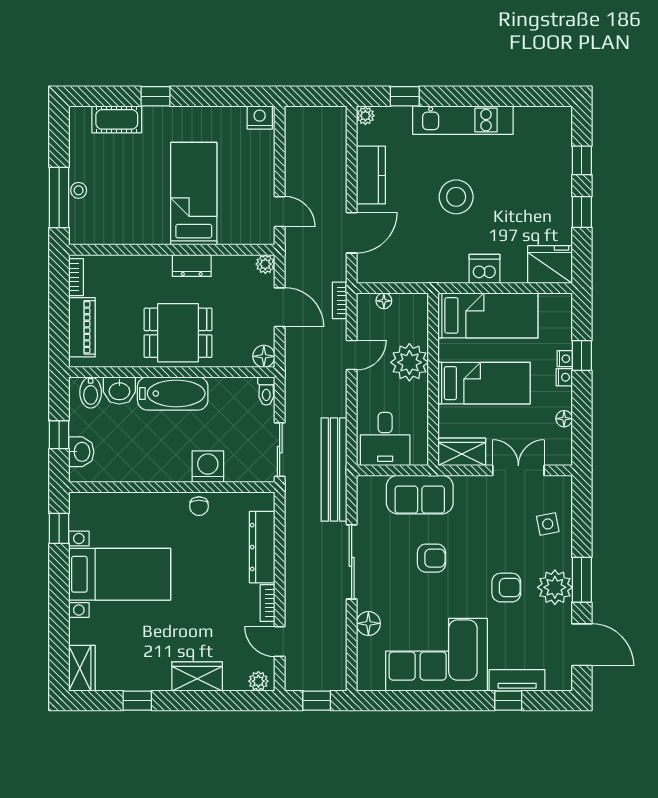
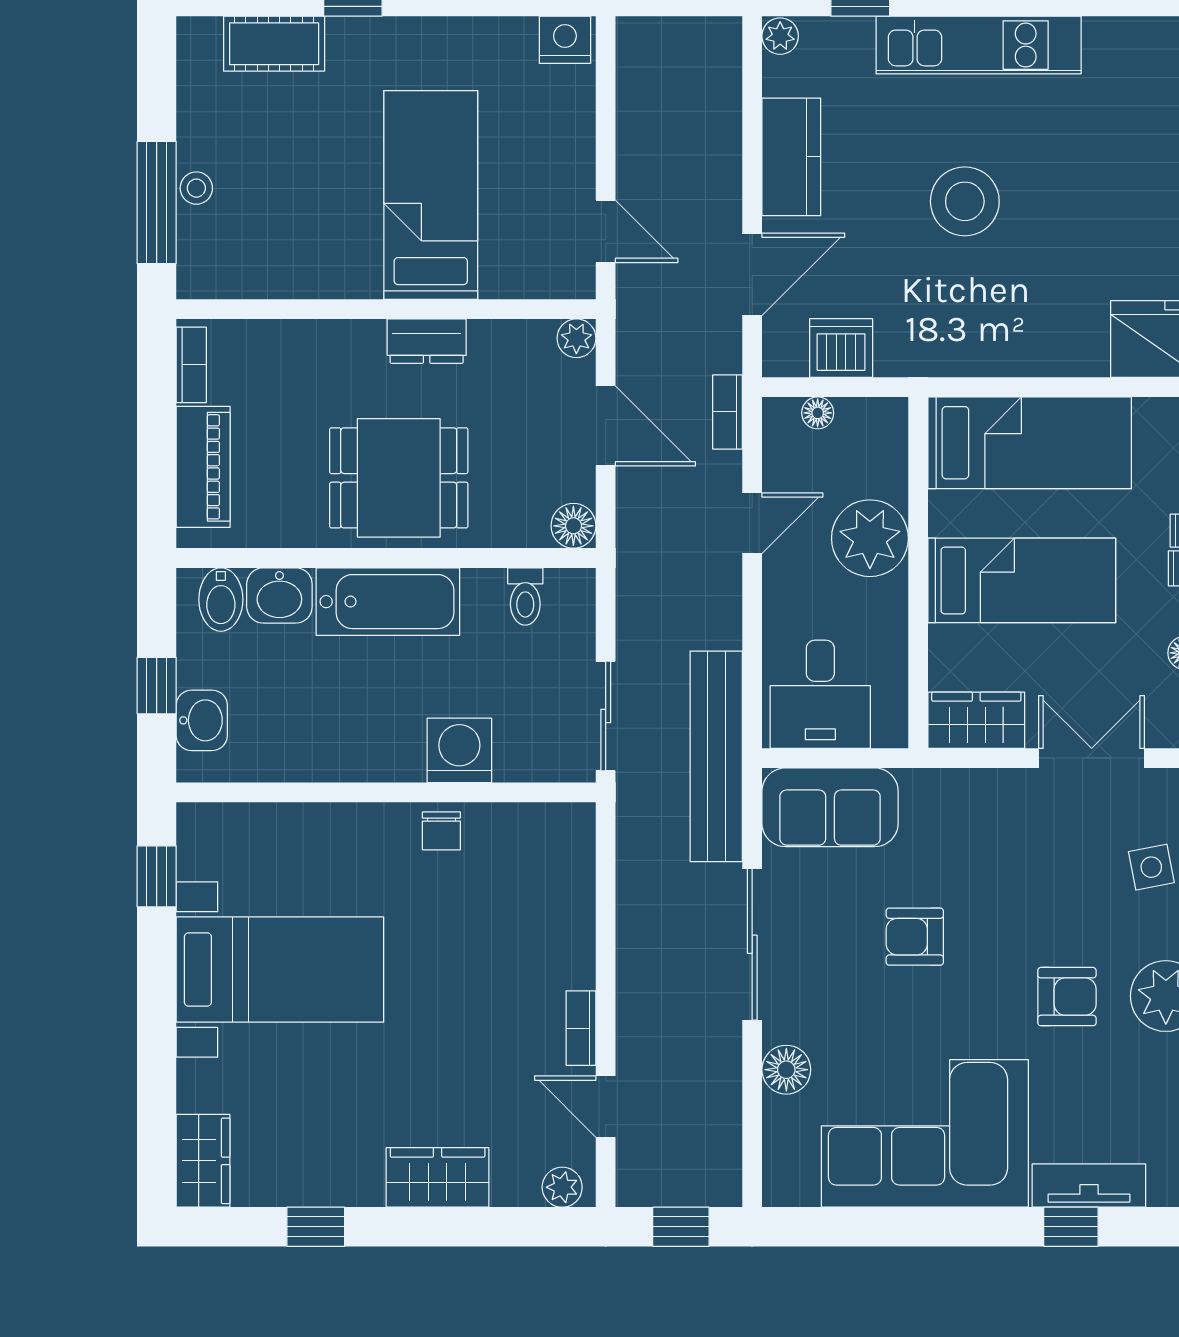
dishwasher: (485, 269) -> (841, 348), moved
toilet: (266, 391) -> (525, 596), moved
sofa: (420, 495) -> (830, 807), moved
dresser: (262, 547) -> (570, 914), removed
armchair: (432, 558) -> (915, 937), turned 180

